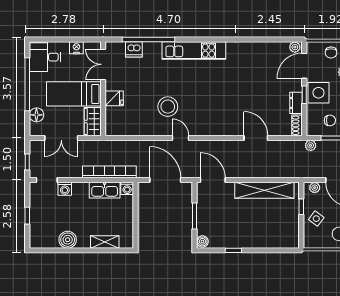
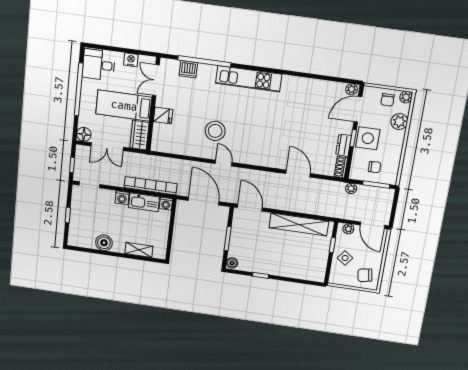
floor lamp: (36, 115) -> (84, 134), moved
washing machine: (65, 189) -> (122, 198), moved

